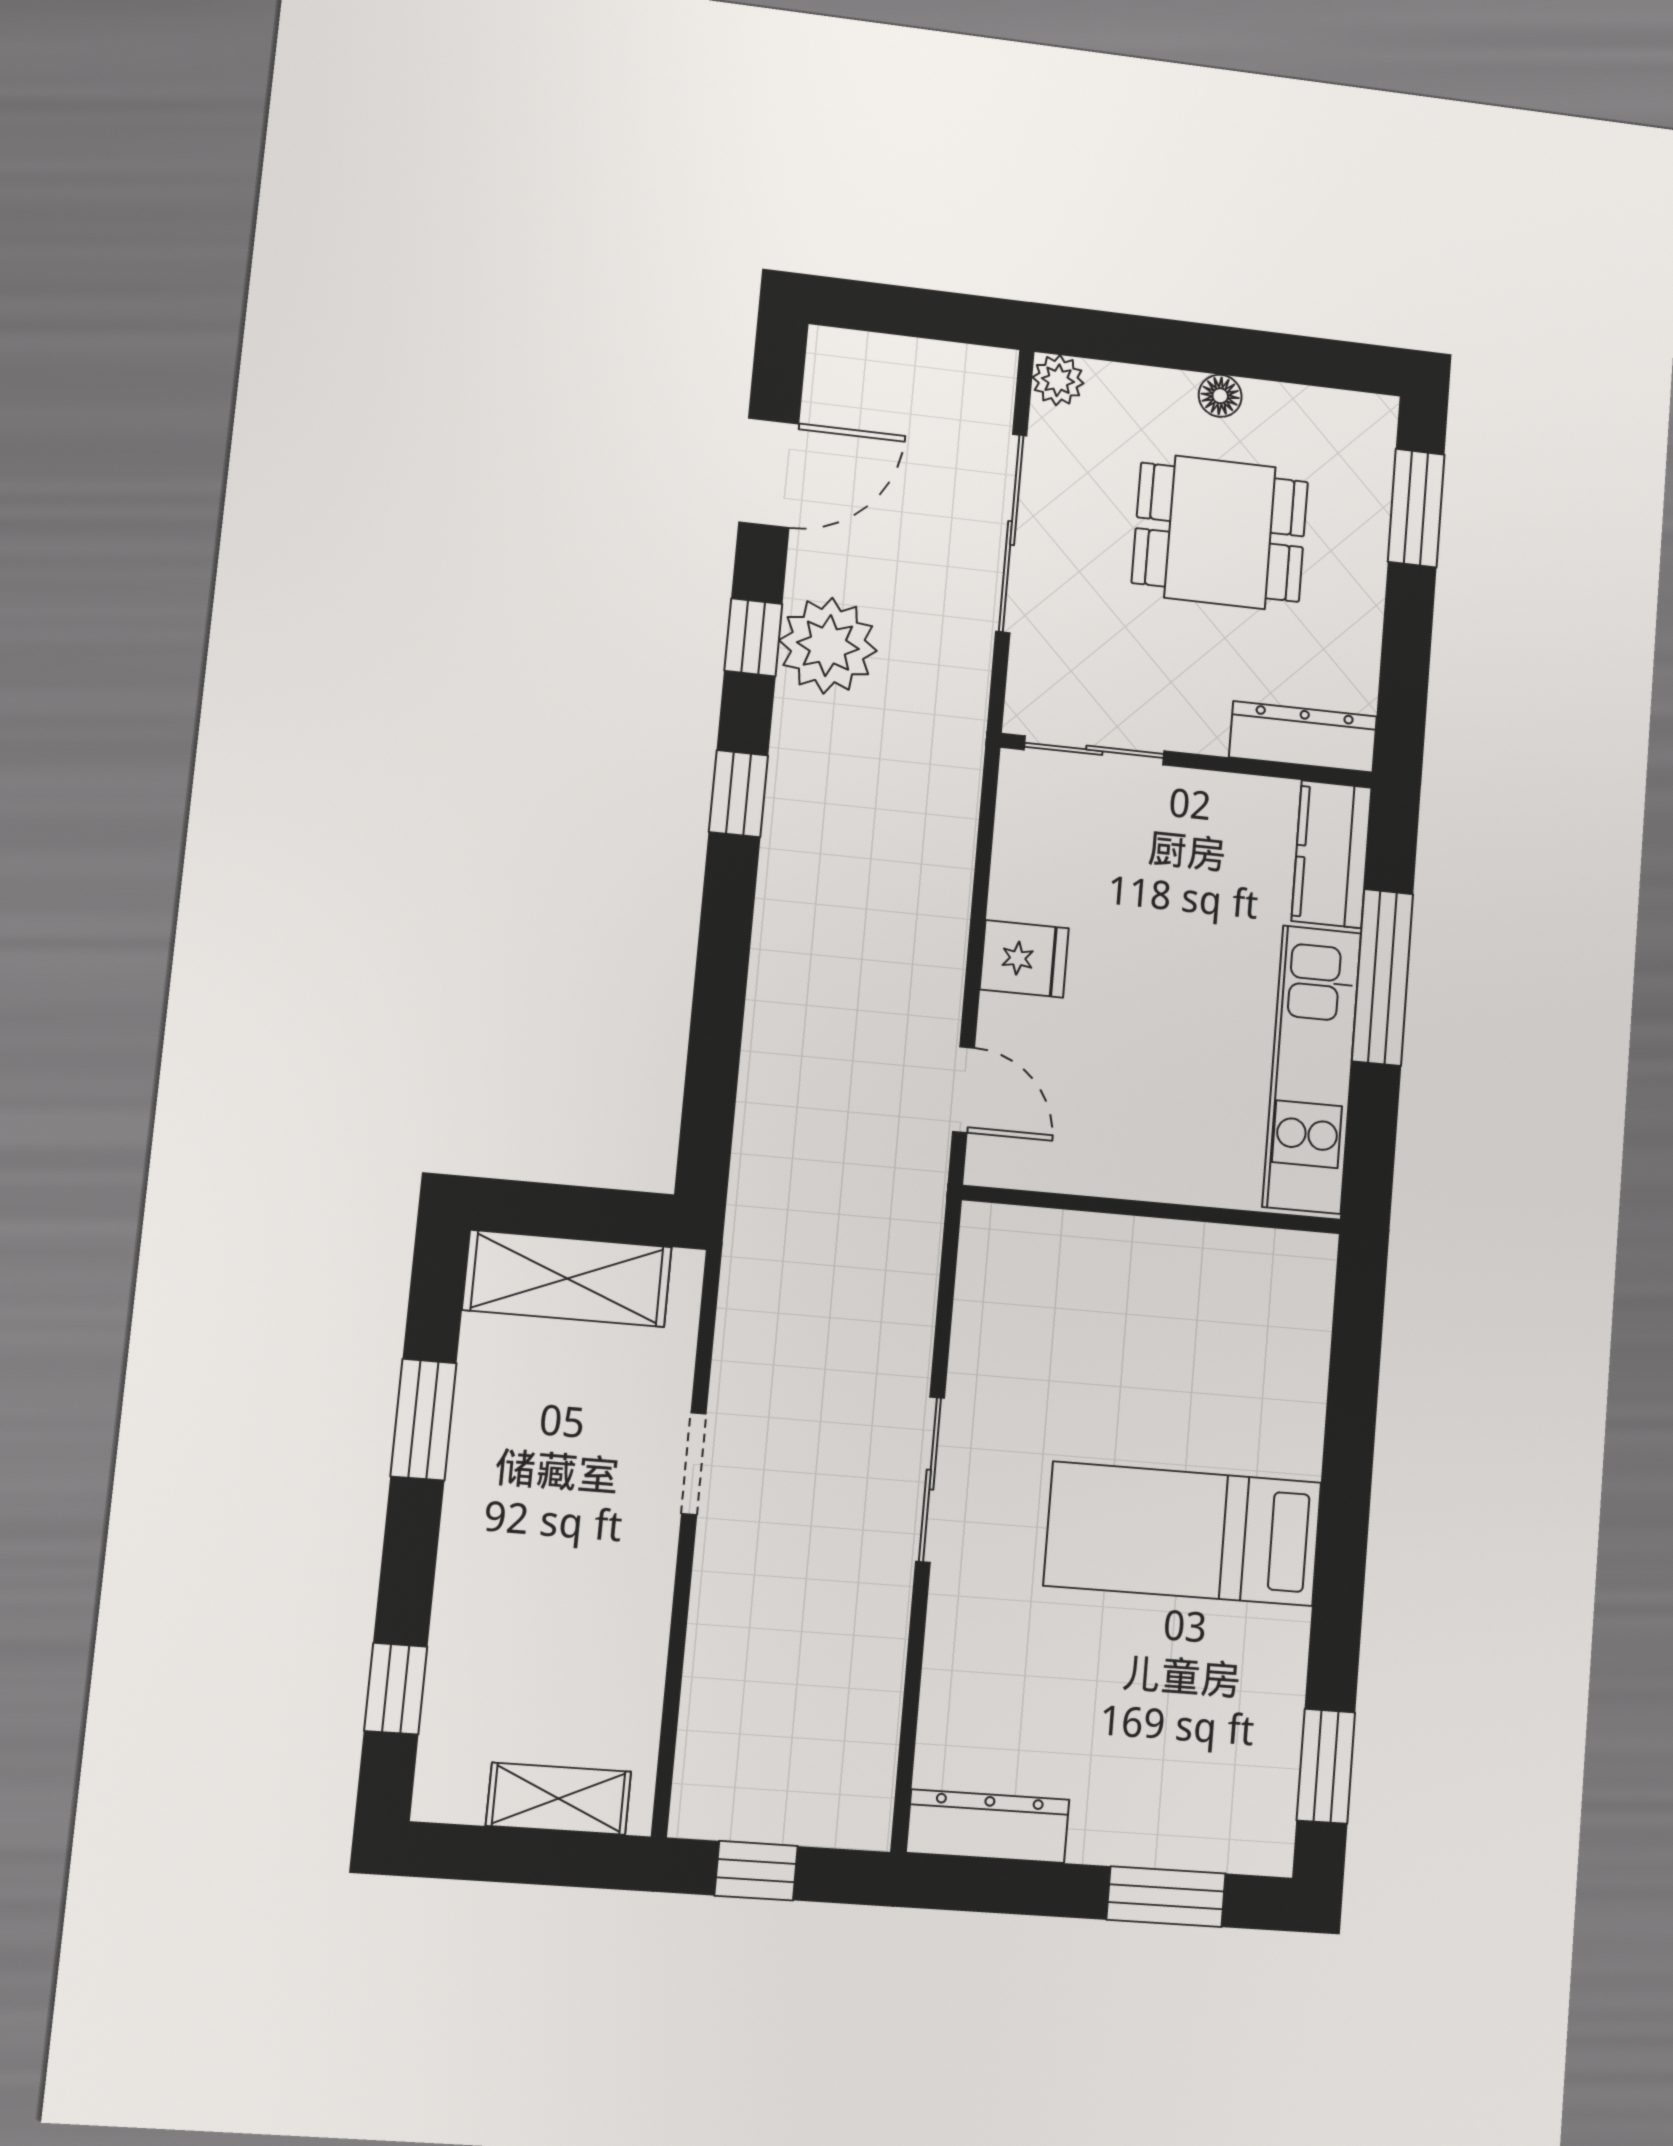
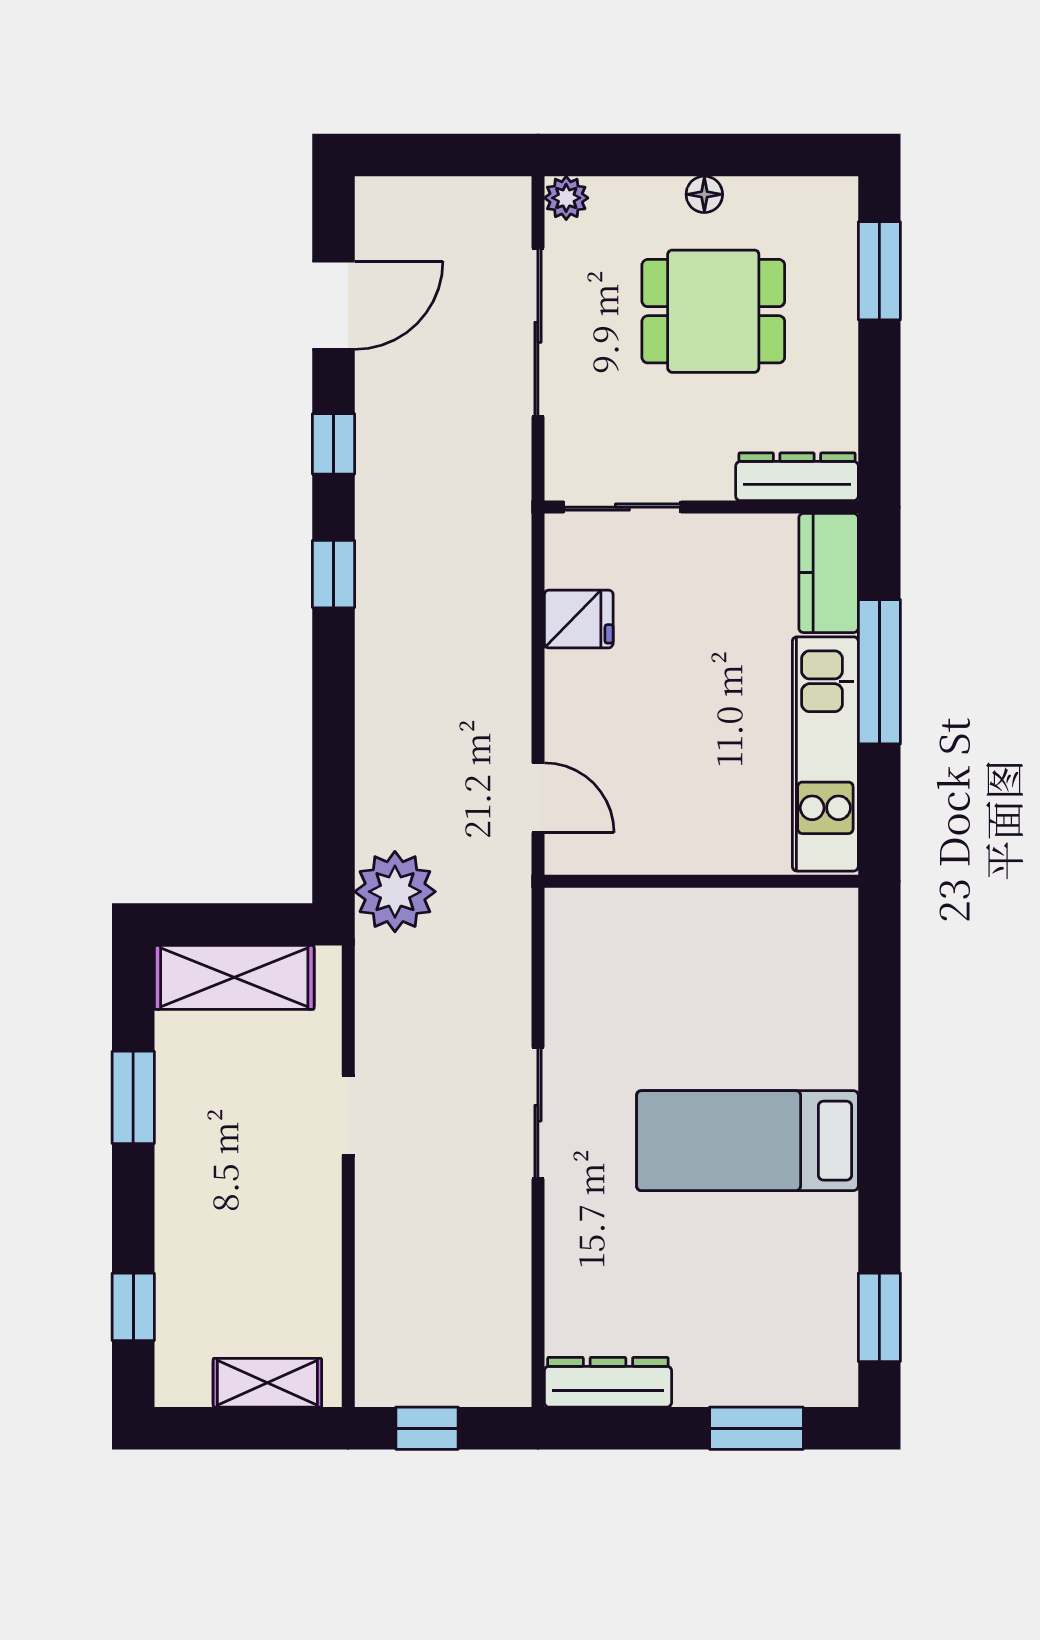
plant: (828, 646) -> (395, 892), moved
fridge: (1024, 959) -> (579, 619), moved

